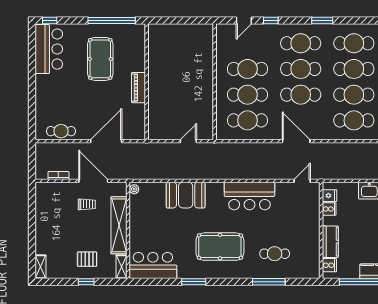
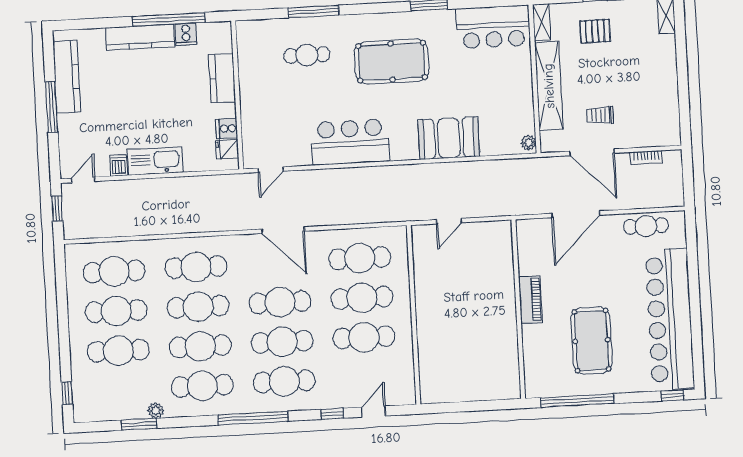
window: (322, 21) -> (253, 418), width x2.11
bar counter: (49, 49) -> (670, 319), width x1.86
cooker: (329, 265) -> (186, 34), moved, turned -90

